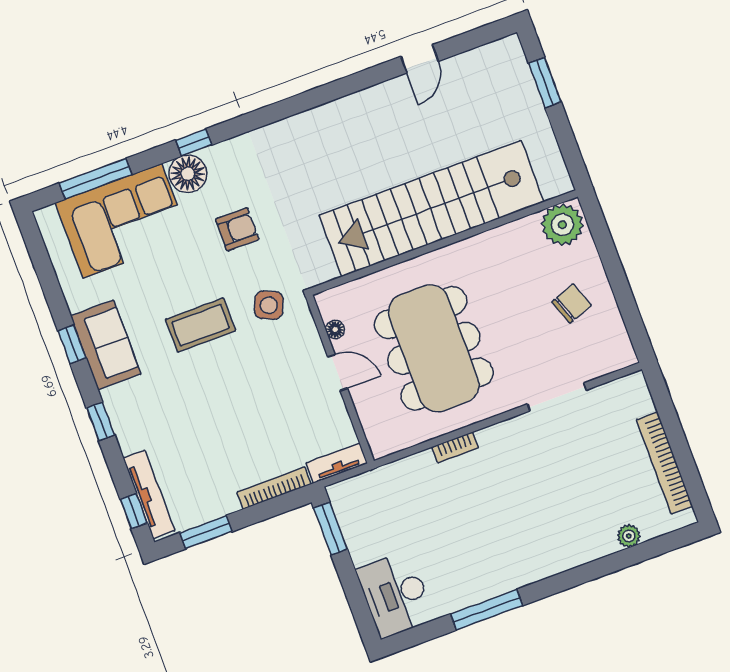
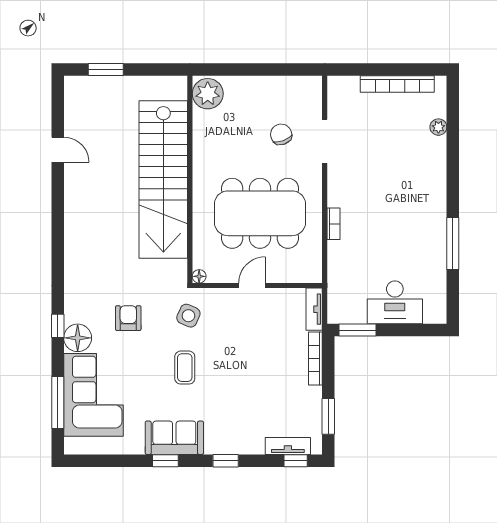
chair: (571, 304) -> (281, 134), moved
coffee table: (201, 325) -> (185, 368), width x0.73, depth x0.77
floor lamp: (335, 329) -> (199, 276), moved
tv unit: (149, 494) -> (288, 446), width x0.71
desk: (395, 595) -> (395, 302), moved

